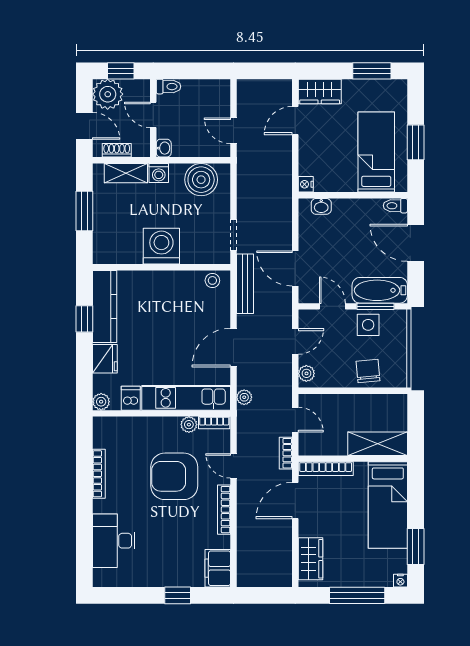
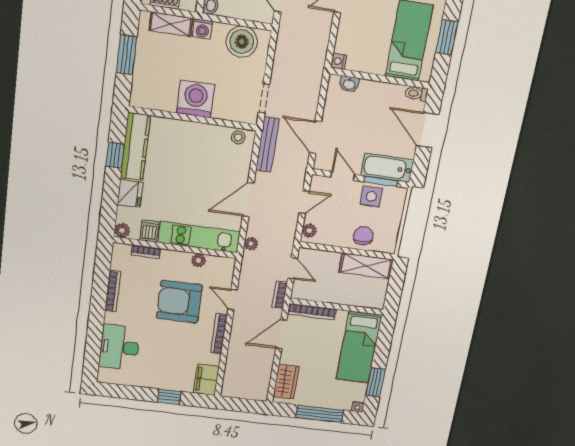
bookcase: (214, 423) -> (146, 252), moved
shelving: (378, 444) -> (366, 266), moved

